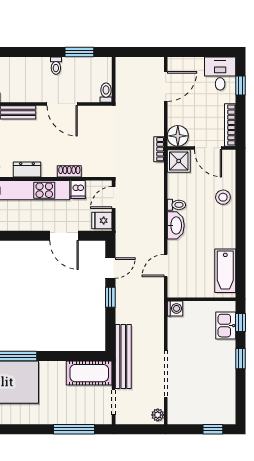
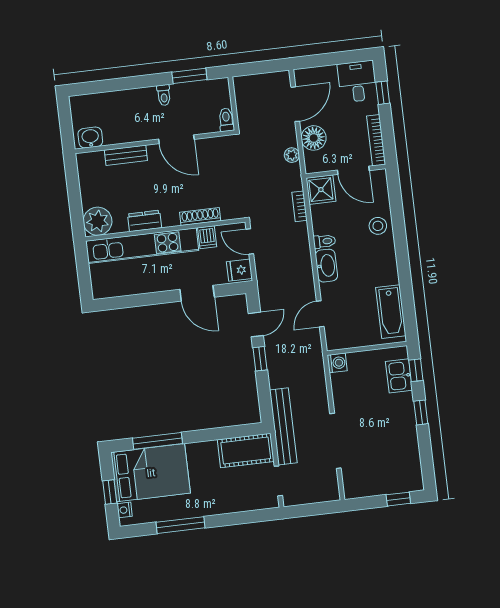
floor lamp: (178, 136) -> (314, 138), moved
bookcase: (159, 149) -> (299, 206), moved
shoe rack: (69, 171) -> (200, 217), width x1.43
door: (114, 197) -> (250, 241), hinge flipped
plant: (158, 415) -> (292, 155), moved
window: (74, 429) -> (181, 525), moved

